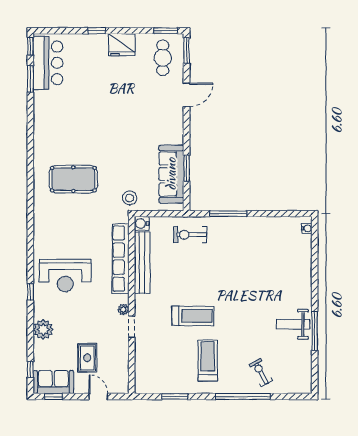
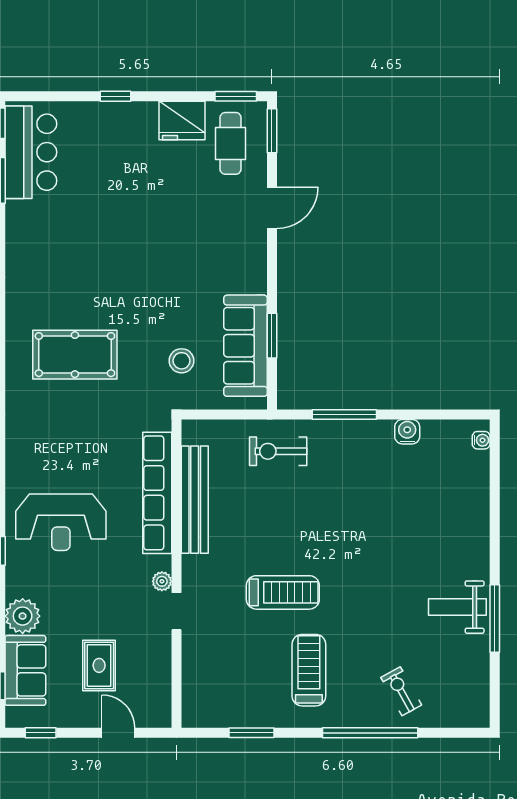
fridge: (122, 45) -> (182, 121), moved
stool: (130, 198) -> (182, 361), moved
water cooler: (142, 223) -> (407, 432), moved, turned 90
sofa: (53, 382) -> (25, 670), moved, turned 90

